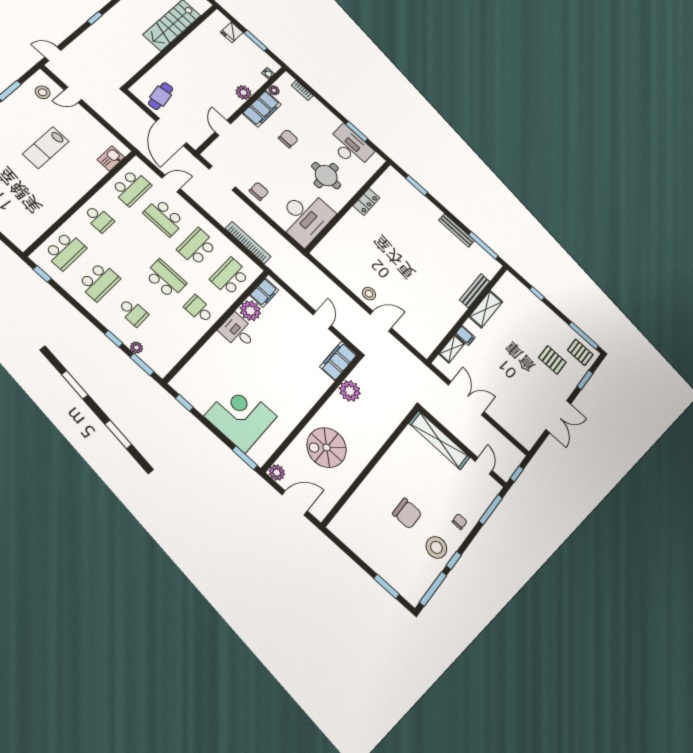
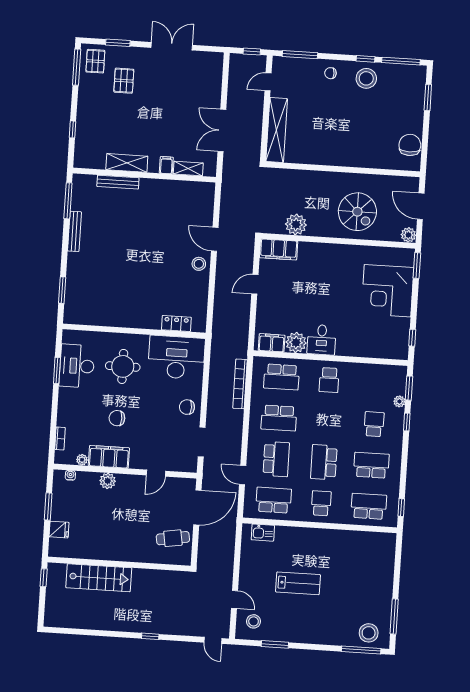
locker: (366, 202) -> (176, 323), moved
school desk: (165, 279) -> (324, 462), moved
chair: (407, 514) -> (410, 145), moved

